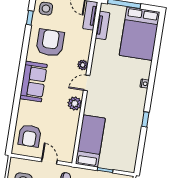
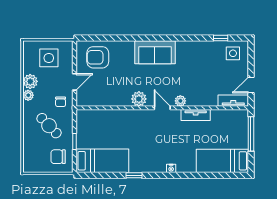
tv unit: (103, 25) -> (196, 115), moved
bed: (140, 34) -> (222, 161), width x0.67
armchair: (50, 43) -> (198, 63), removed
bed: (90, 141) -> (102, 161), moved

